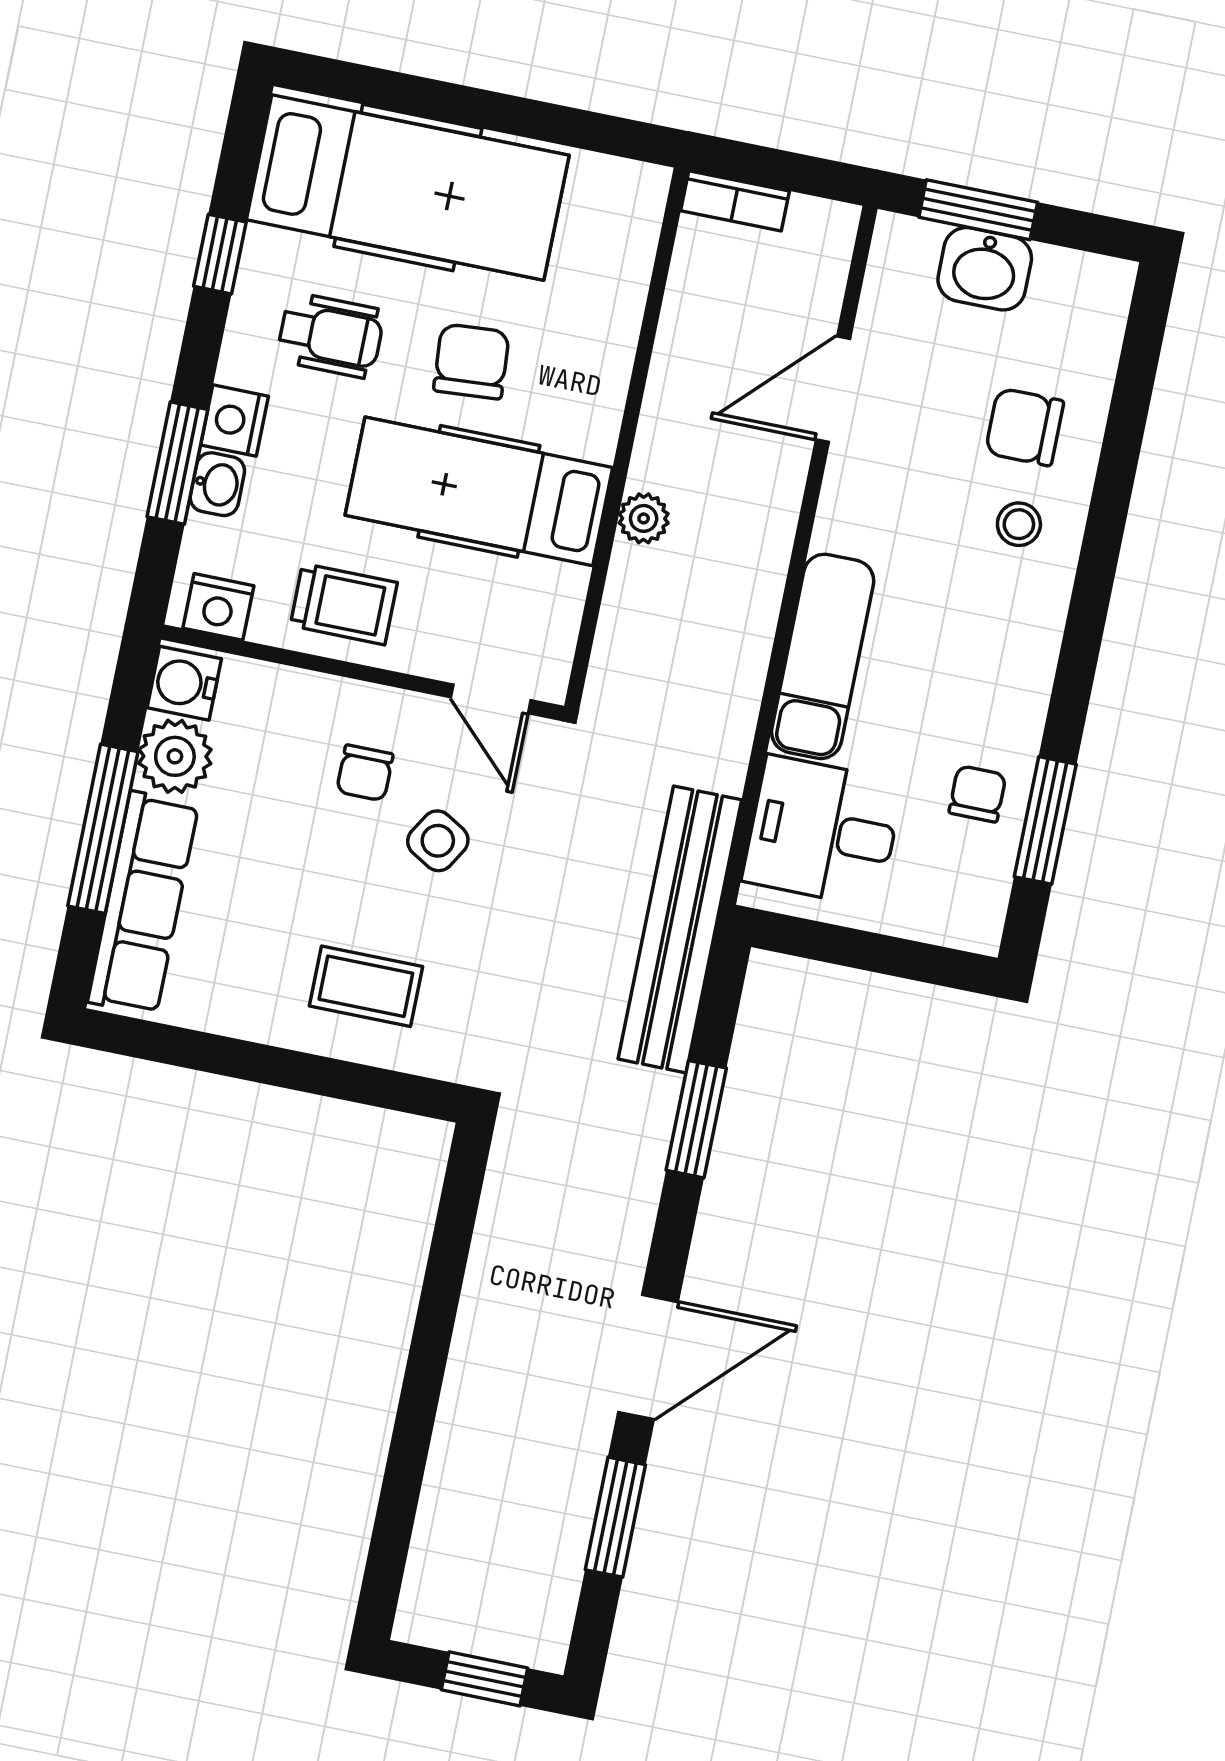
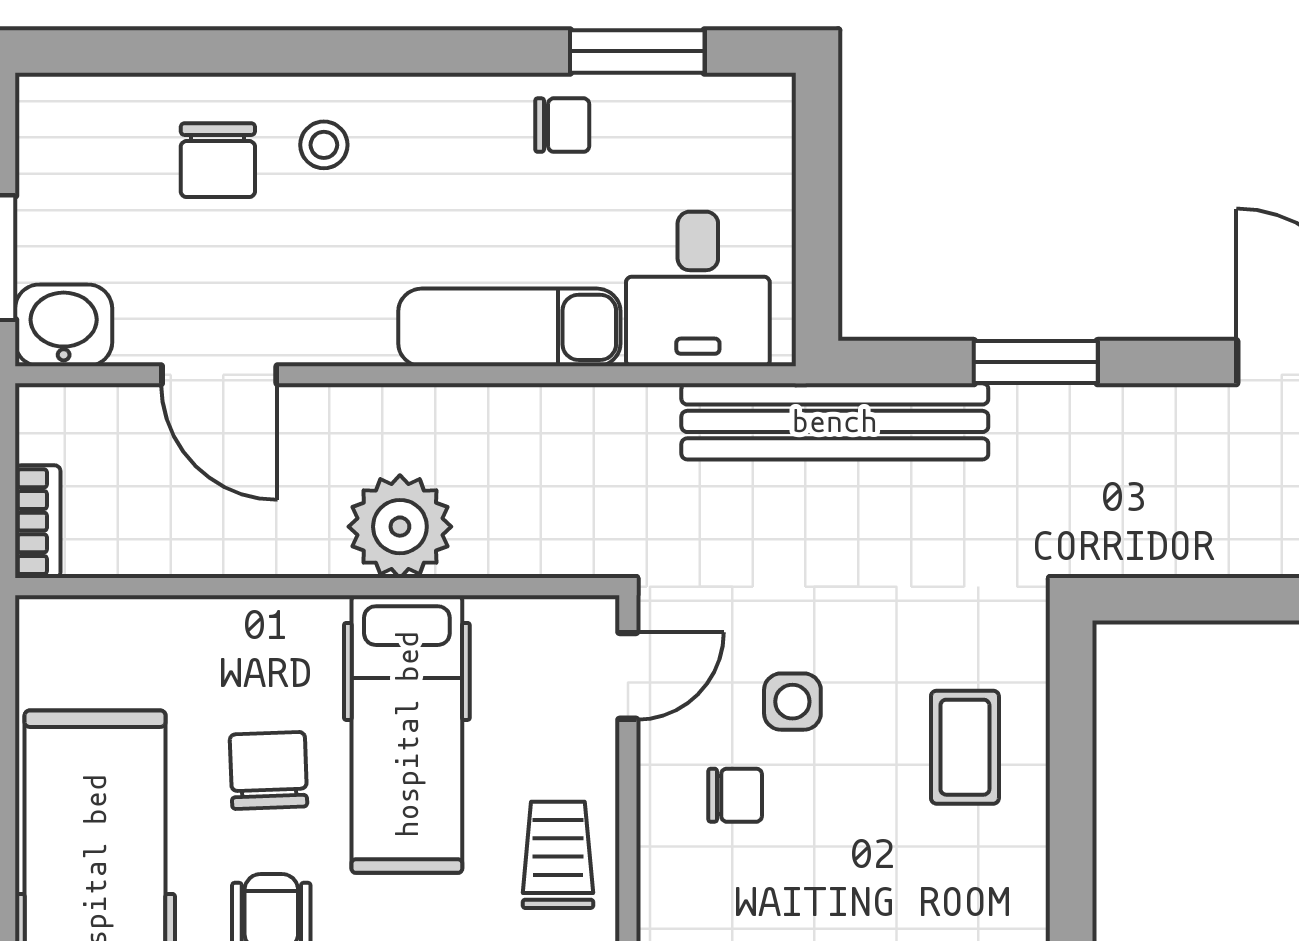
washbasin: (985, 269) -> (64, 325), moved, turned -90
chair: (471, 361) -> (268, 770), turned 92
plant: (644, 518) -> (400, 527), width x1.88, depth x1.88
chair: (977, 794) -> (562, 125), moved, turned 180
side table: (438, 841) -> (792, 702), turned -31

